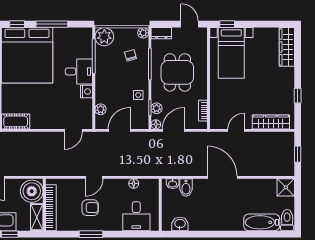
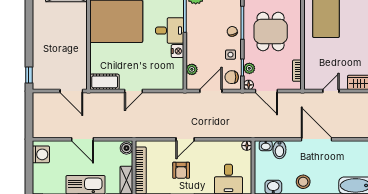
chair: (130, 55) -> (232, 31), moved
chair: (139, 117) -> (232, 77), added
door: (73, 130) -> (134, 91), moved
door: (173, 130) -> (266, 91), swing flipped
floor lamp: (134, 183) -> (247, 146), moved
boiler: (32, 191) -> (126, 148), width x0.54, depth x0.54
armchair: (90, 208) -> (181, 170), turned 90
stool: (209, 219) -> (303, 182), added

